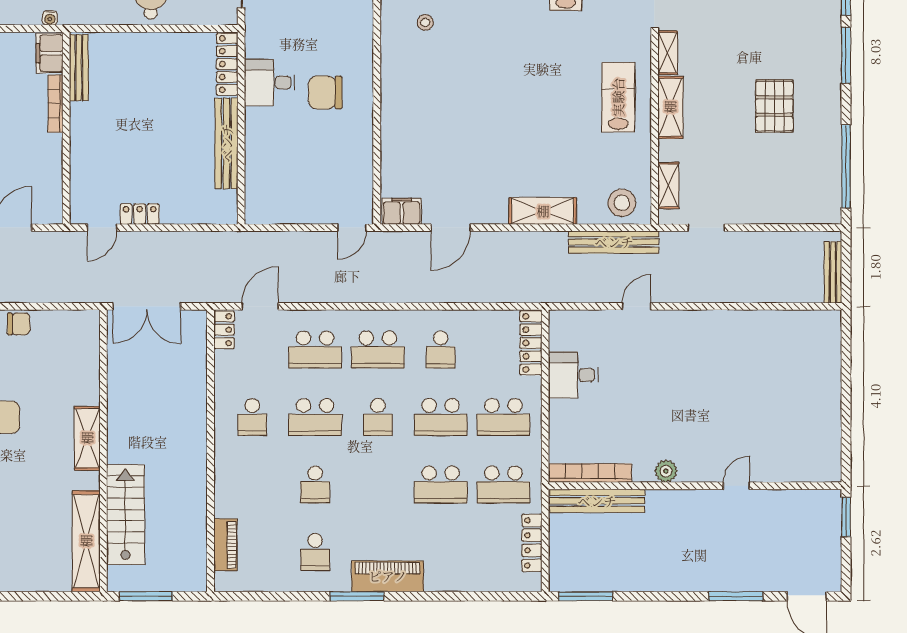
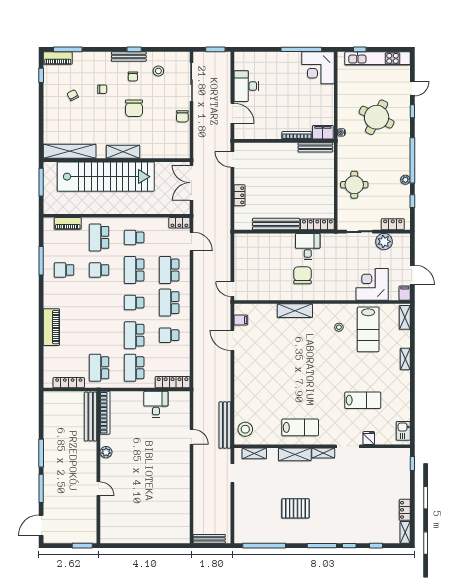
filing cabinet: (402, 211) -> (241, 320), width x0.50
shelving: (543, 211) -> (295, 311), moved, turned 90
locker: (140, 214) -> (239, 195), moved
school desk: (441, 484) -> (99, 237), moved
stairs: (125, 515) -> (106, 177), width x1.86, depth x1.51
piano: (388, 576) -> (51, 327), moved
window: (357, 596) -> (41, 261), moved
window: (586, 596) -> (41, 453), moved

